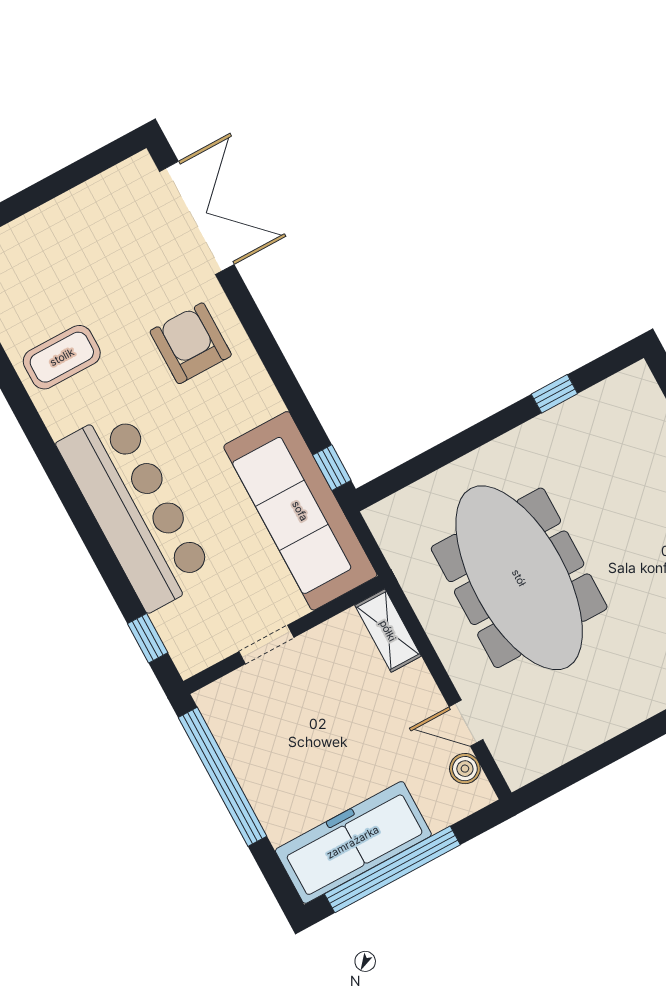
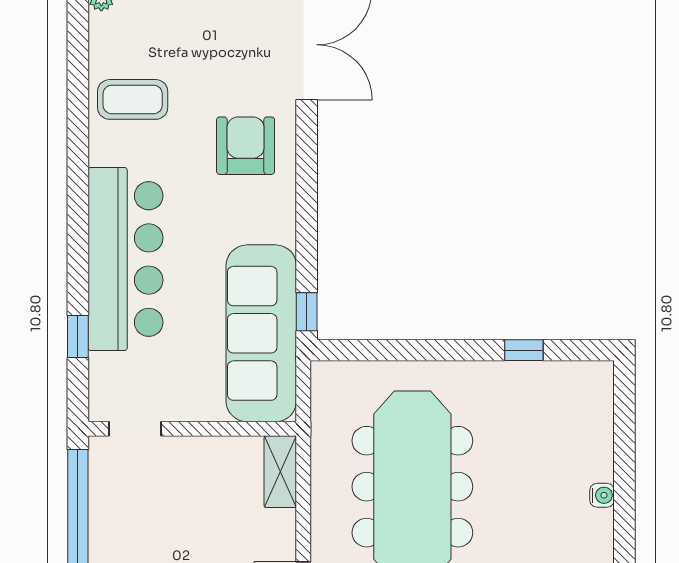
window: (148, 638) -> (78, 336), moved
doorway: (266, 644) -> (135, 429), moved

